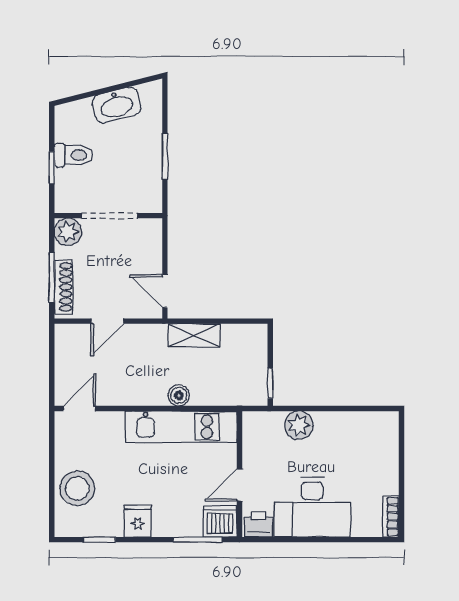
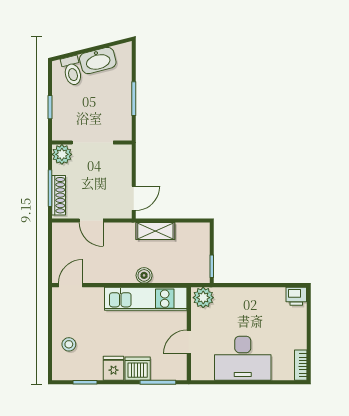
toilet: (74, 155) -> (72, 71), moved, turned 76
door: (165, 291) -> (134, 198), swing flipped
door: (107, 321) -> (91, 220), hinge flipped
plant: (299, 425) -> (203, 298), moved
stool: (77, 488) -> (69, 344), width x0.53, depth x0.53
dishwasher: (220, 521) -> (138, 369), moved
printer: (258, 525) -> (296, 296), moved, turned 180

